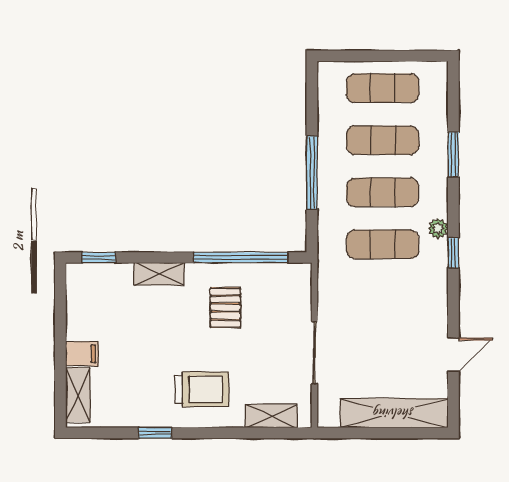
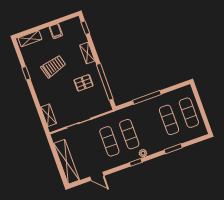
exercise mat: (383, 192) -> (109, 141), moved
filing cabinet: (82, 354) -> (56, 31), moved
trolley: (202, 389) -> (53, 66), moved, turned -106

